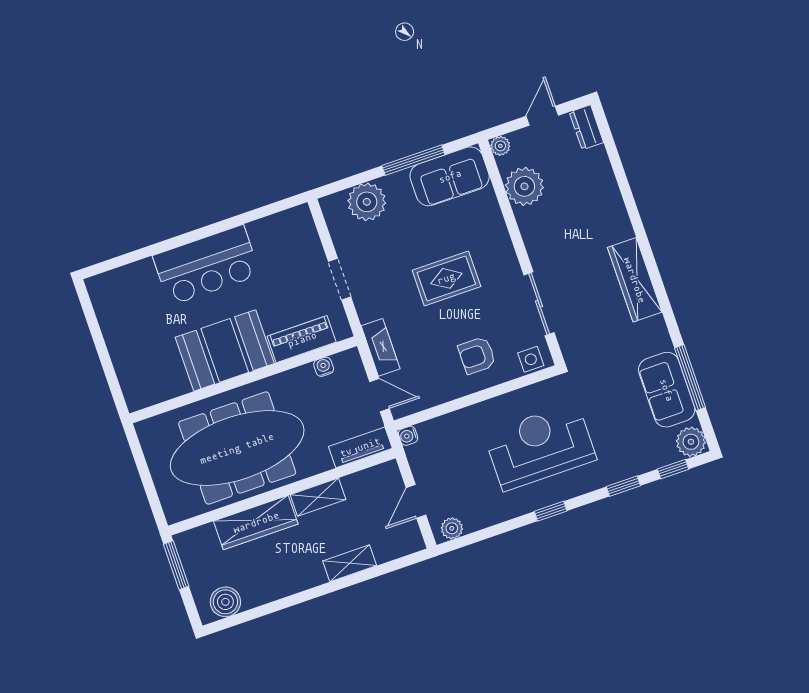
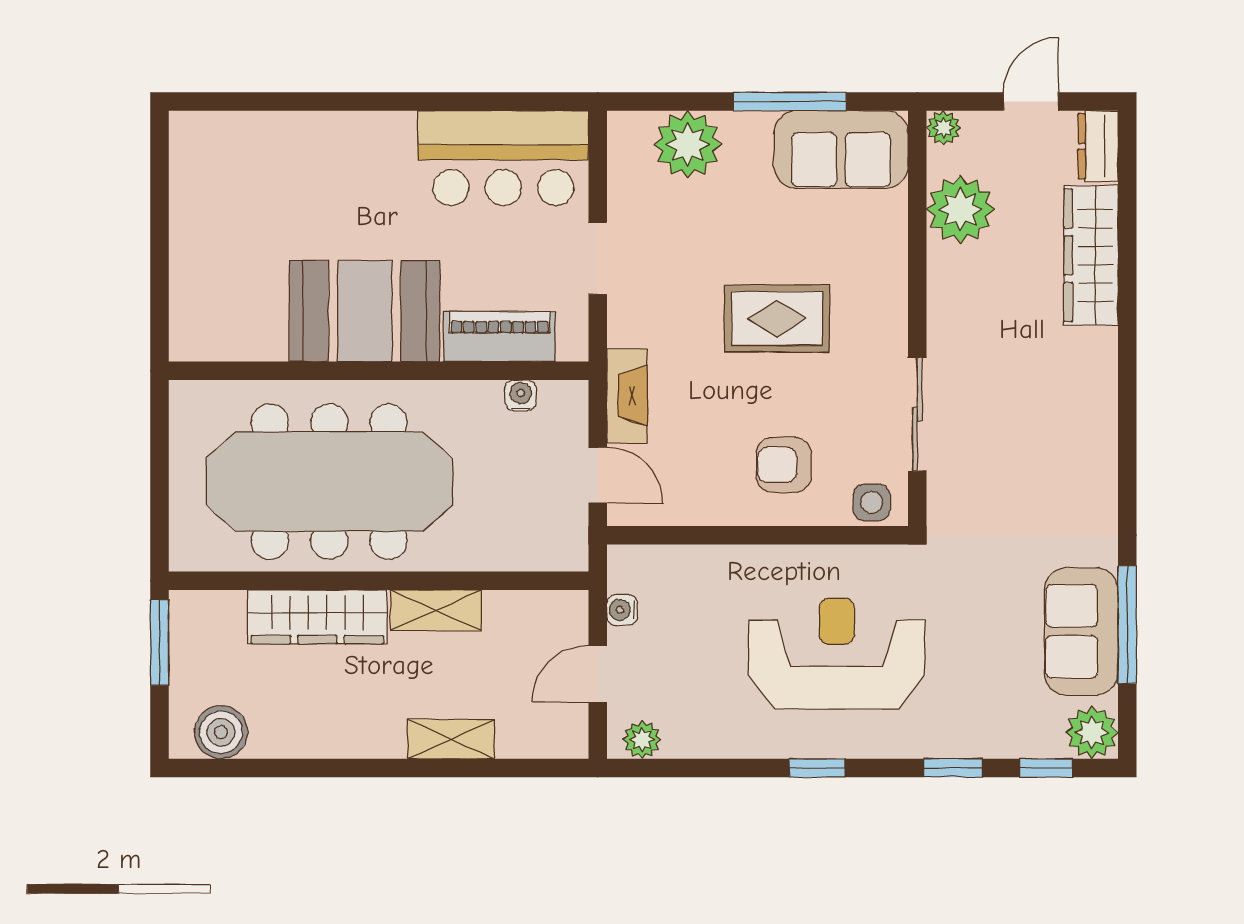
bar counter: (206, 265) -> (503, 158), moved
wardrobe: (635, 280) -> (1091, 255), moved
water cooler: (408, 436) -> (622, 610), moved
tv unit: (360, 447) -> (536, 551), removed

